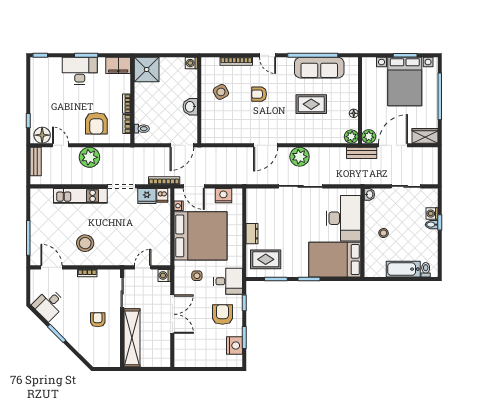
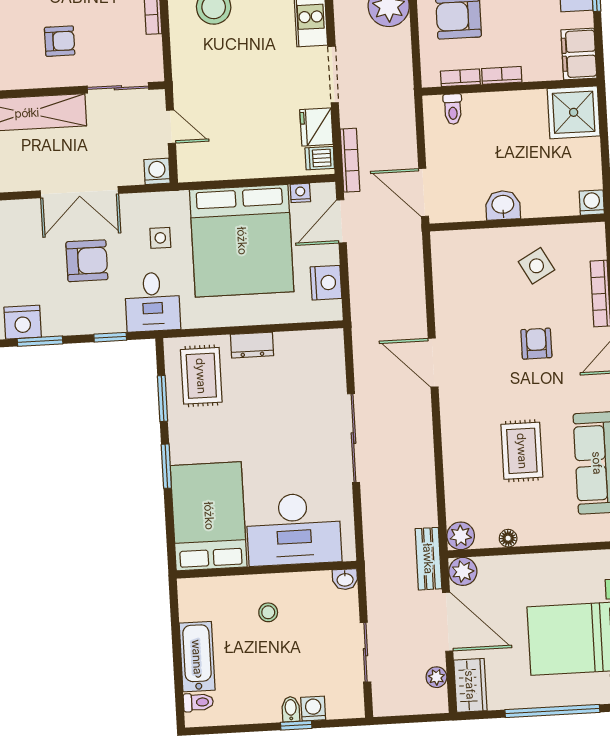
plant: (300, 157) -> (436, 677), moved, width x0.53, depth x0.53
armchair: (222, 314) -> (87, 261), moved

